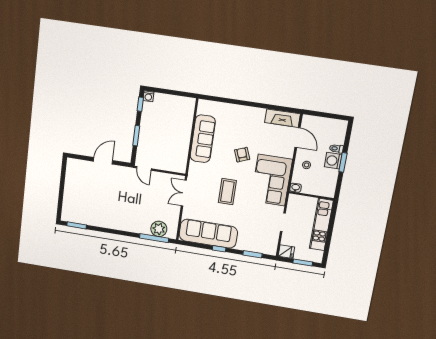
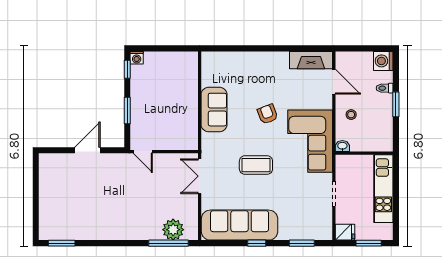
sofa: (203, 139) -> (214, 110), width x0.73
washing machine: (333, 161) -> (383, 61), moved
coffee table: (227, 192) -> (256, 165), turned 90

